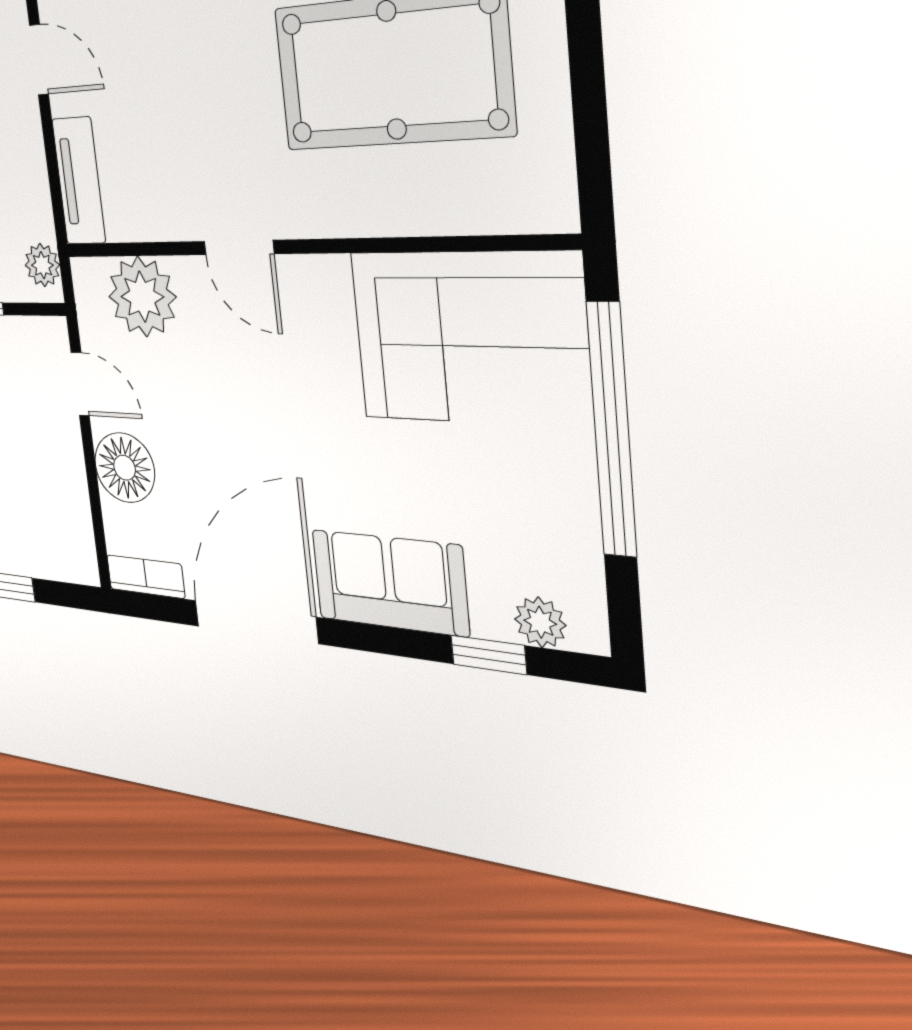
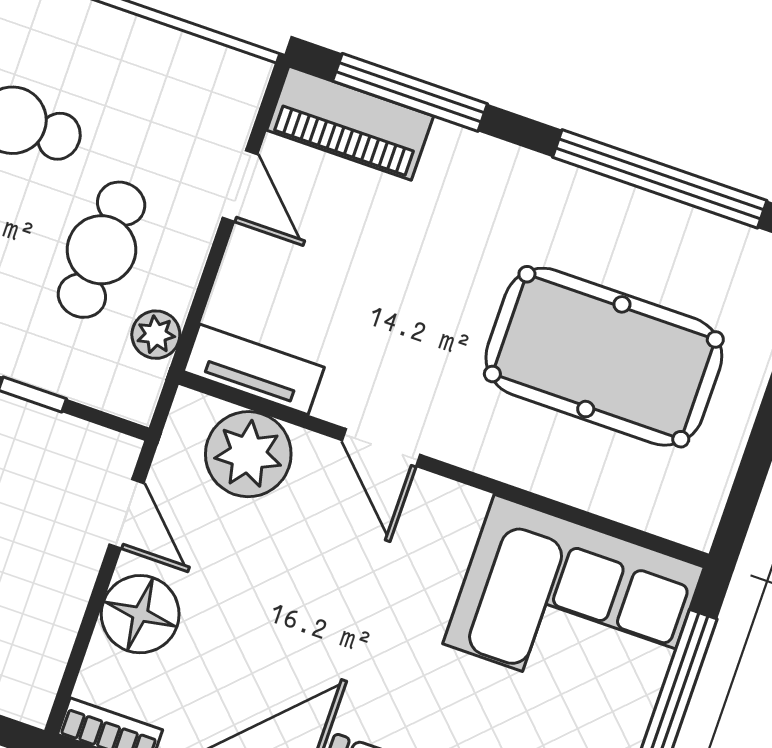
tv unit: (79, 181) -> (254, 369), moved, turned -90
plant: (42, 265) -> (156, 335), moved

